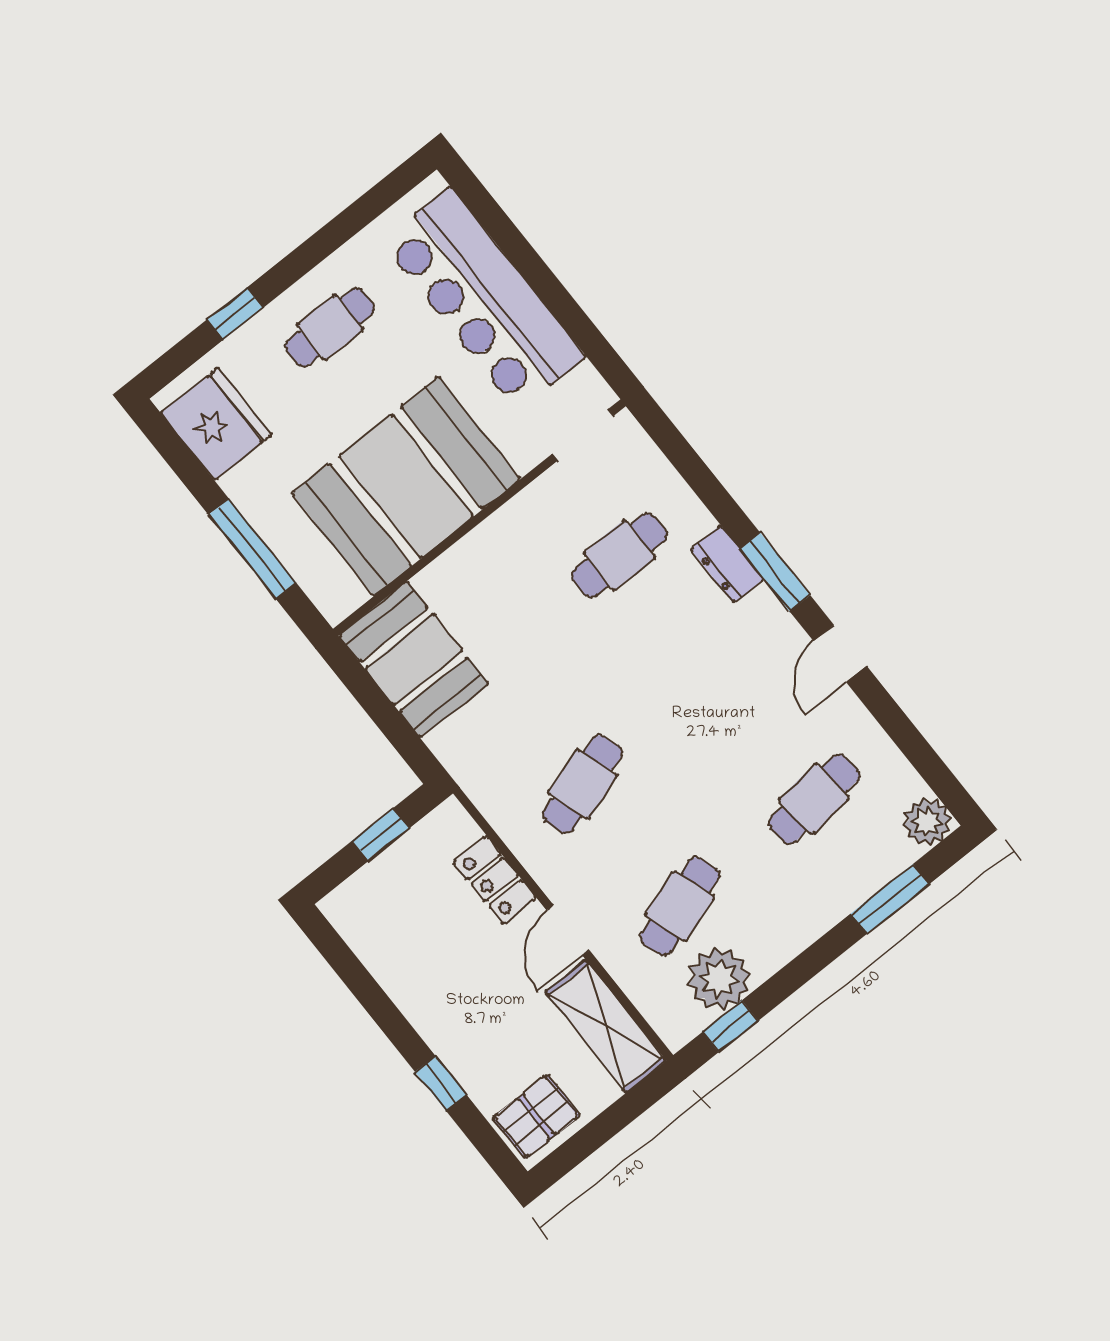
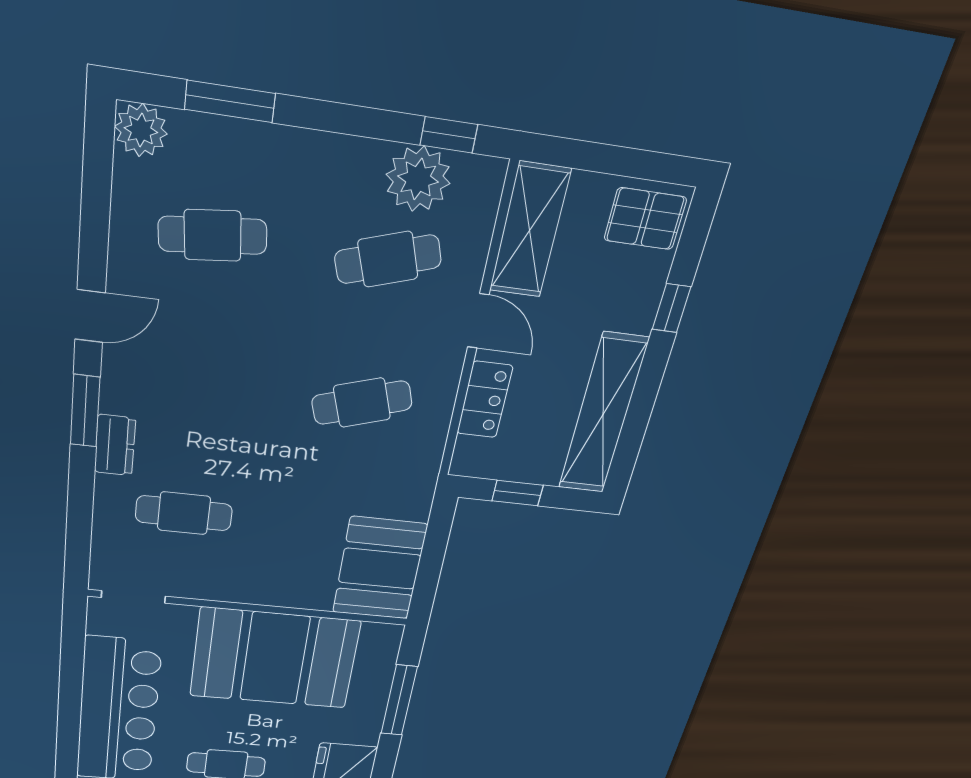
door: (568, 930) -> (478, 321), hinge flipped
shelving: (392, 961) -> (603, 414), added

